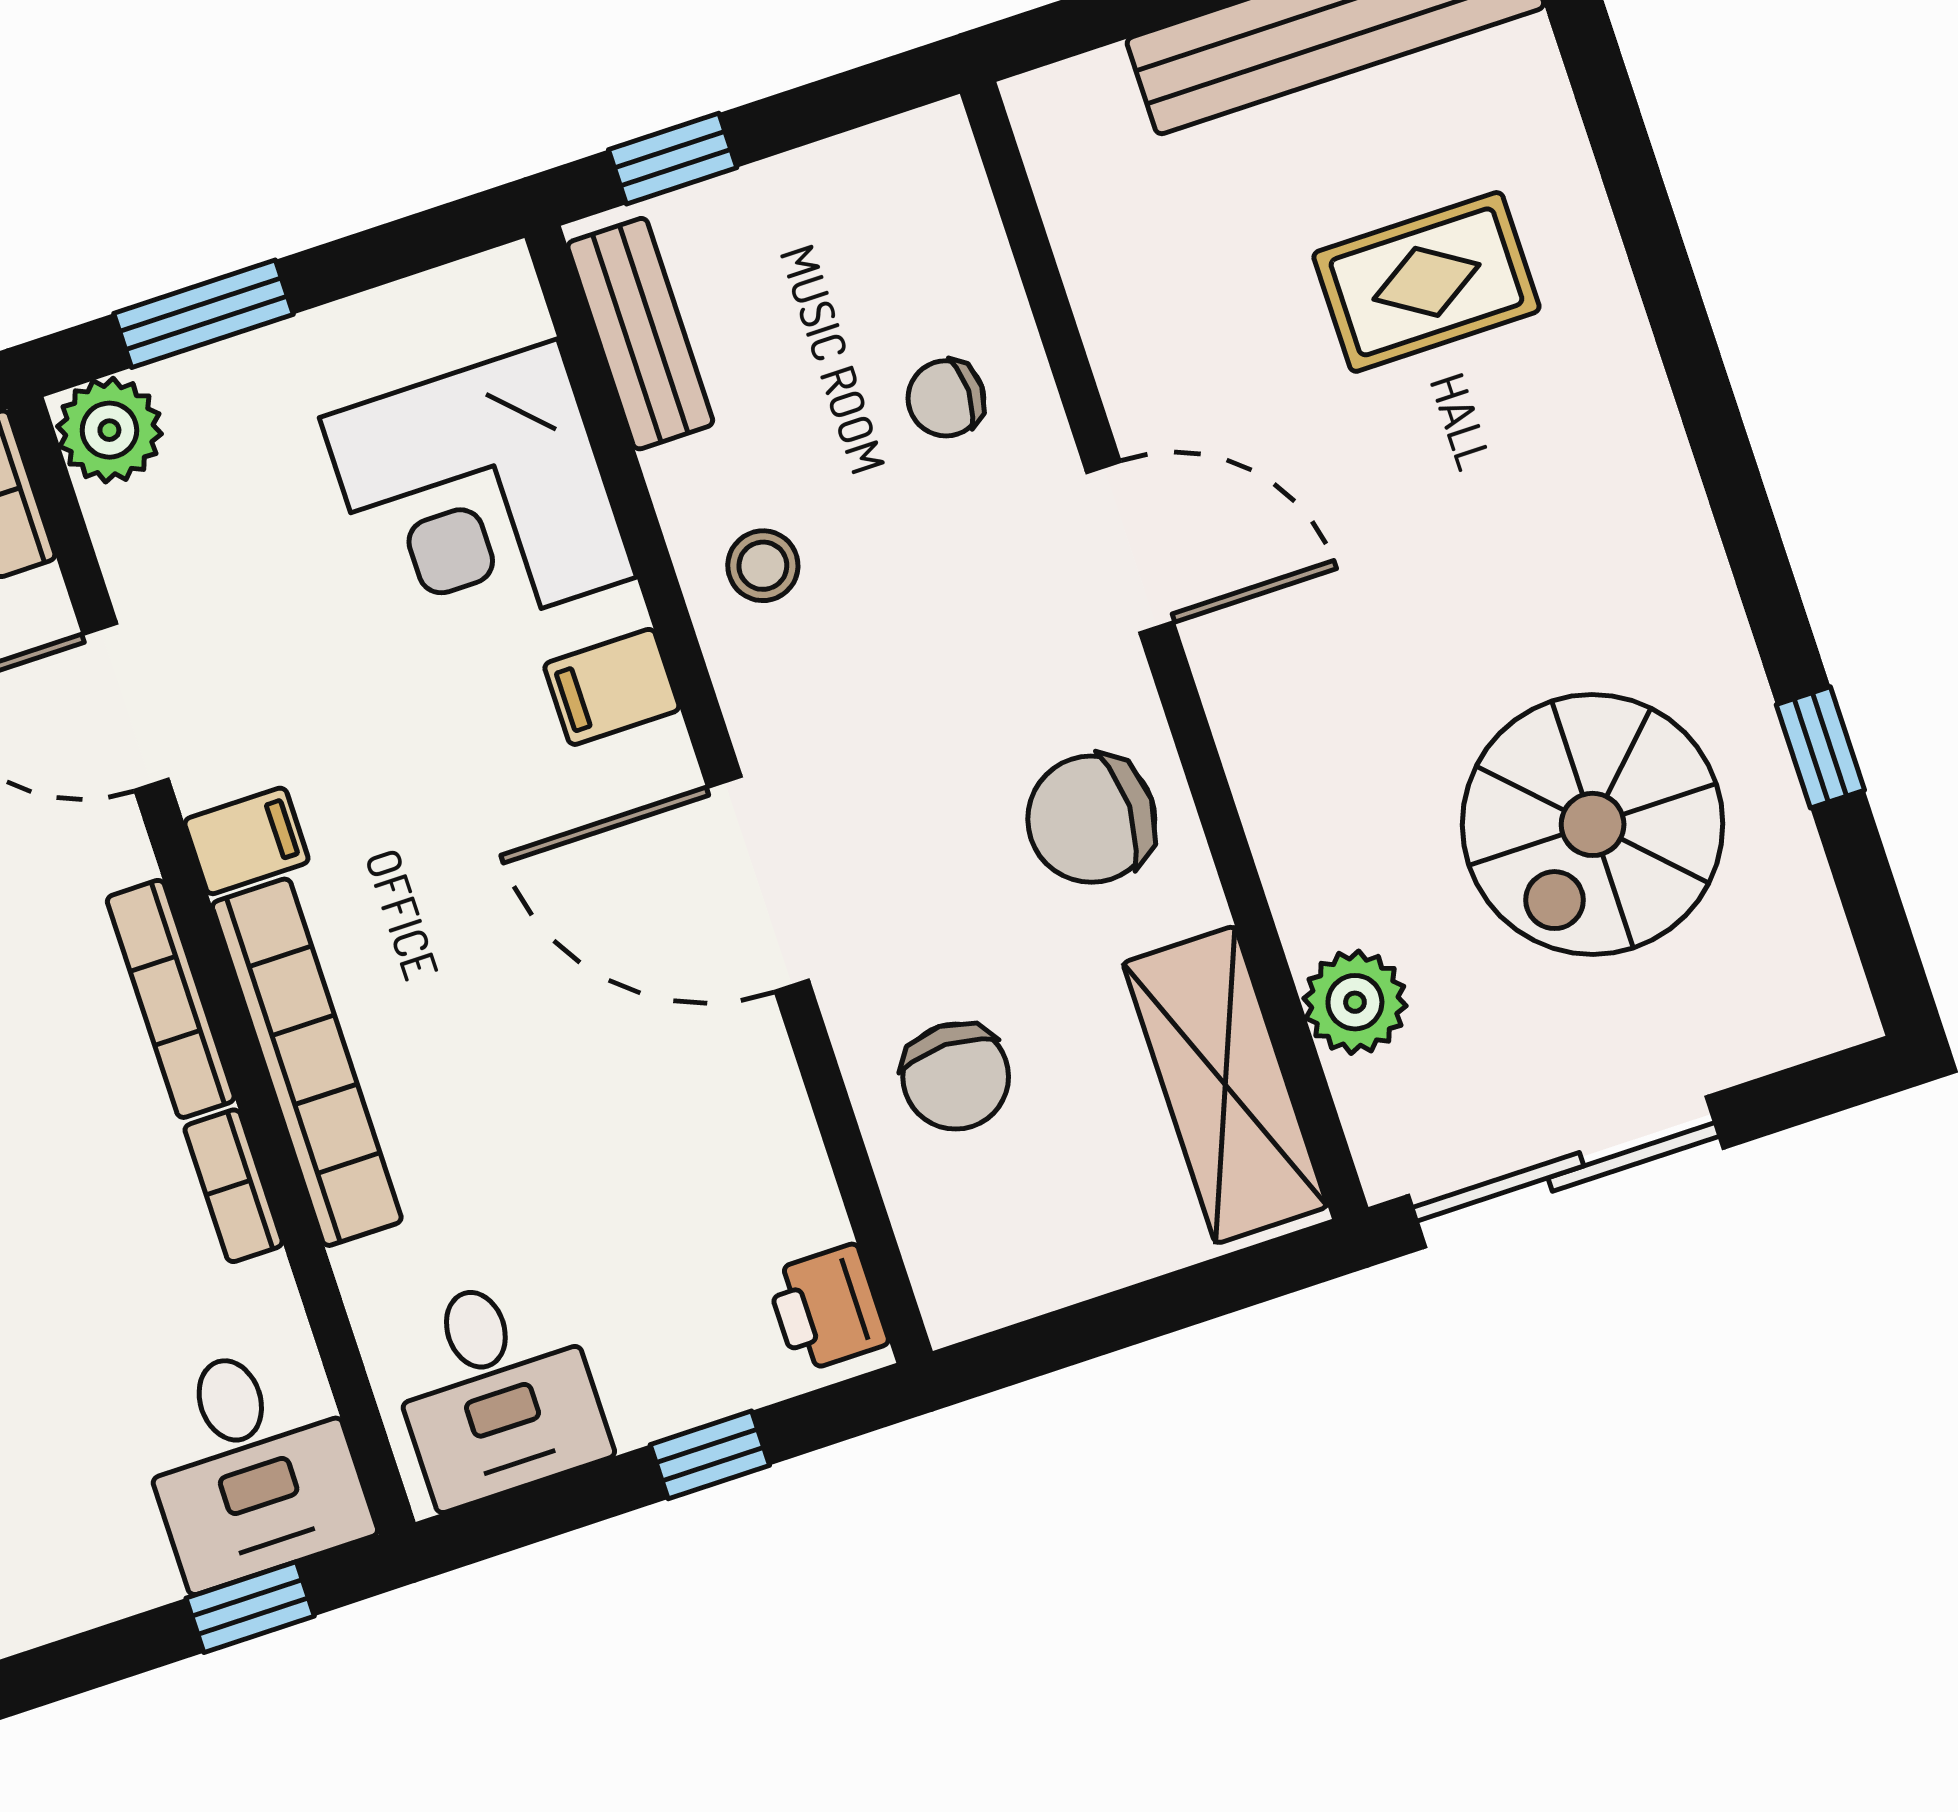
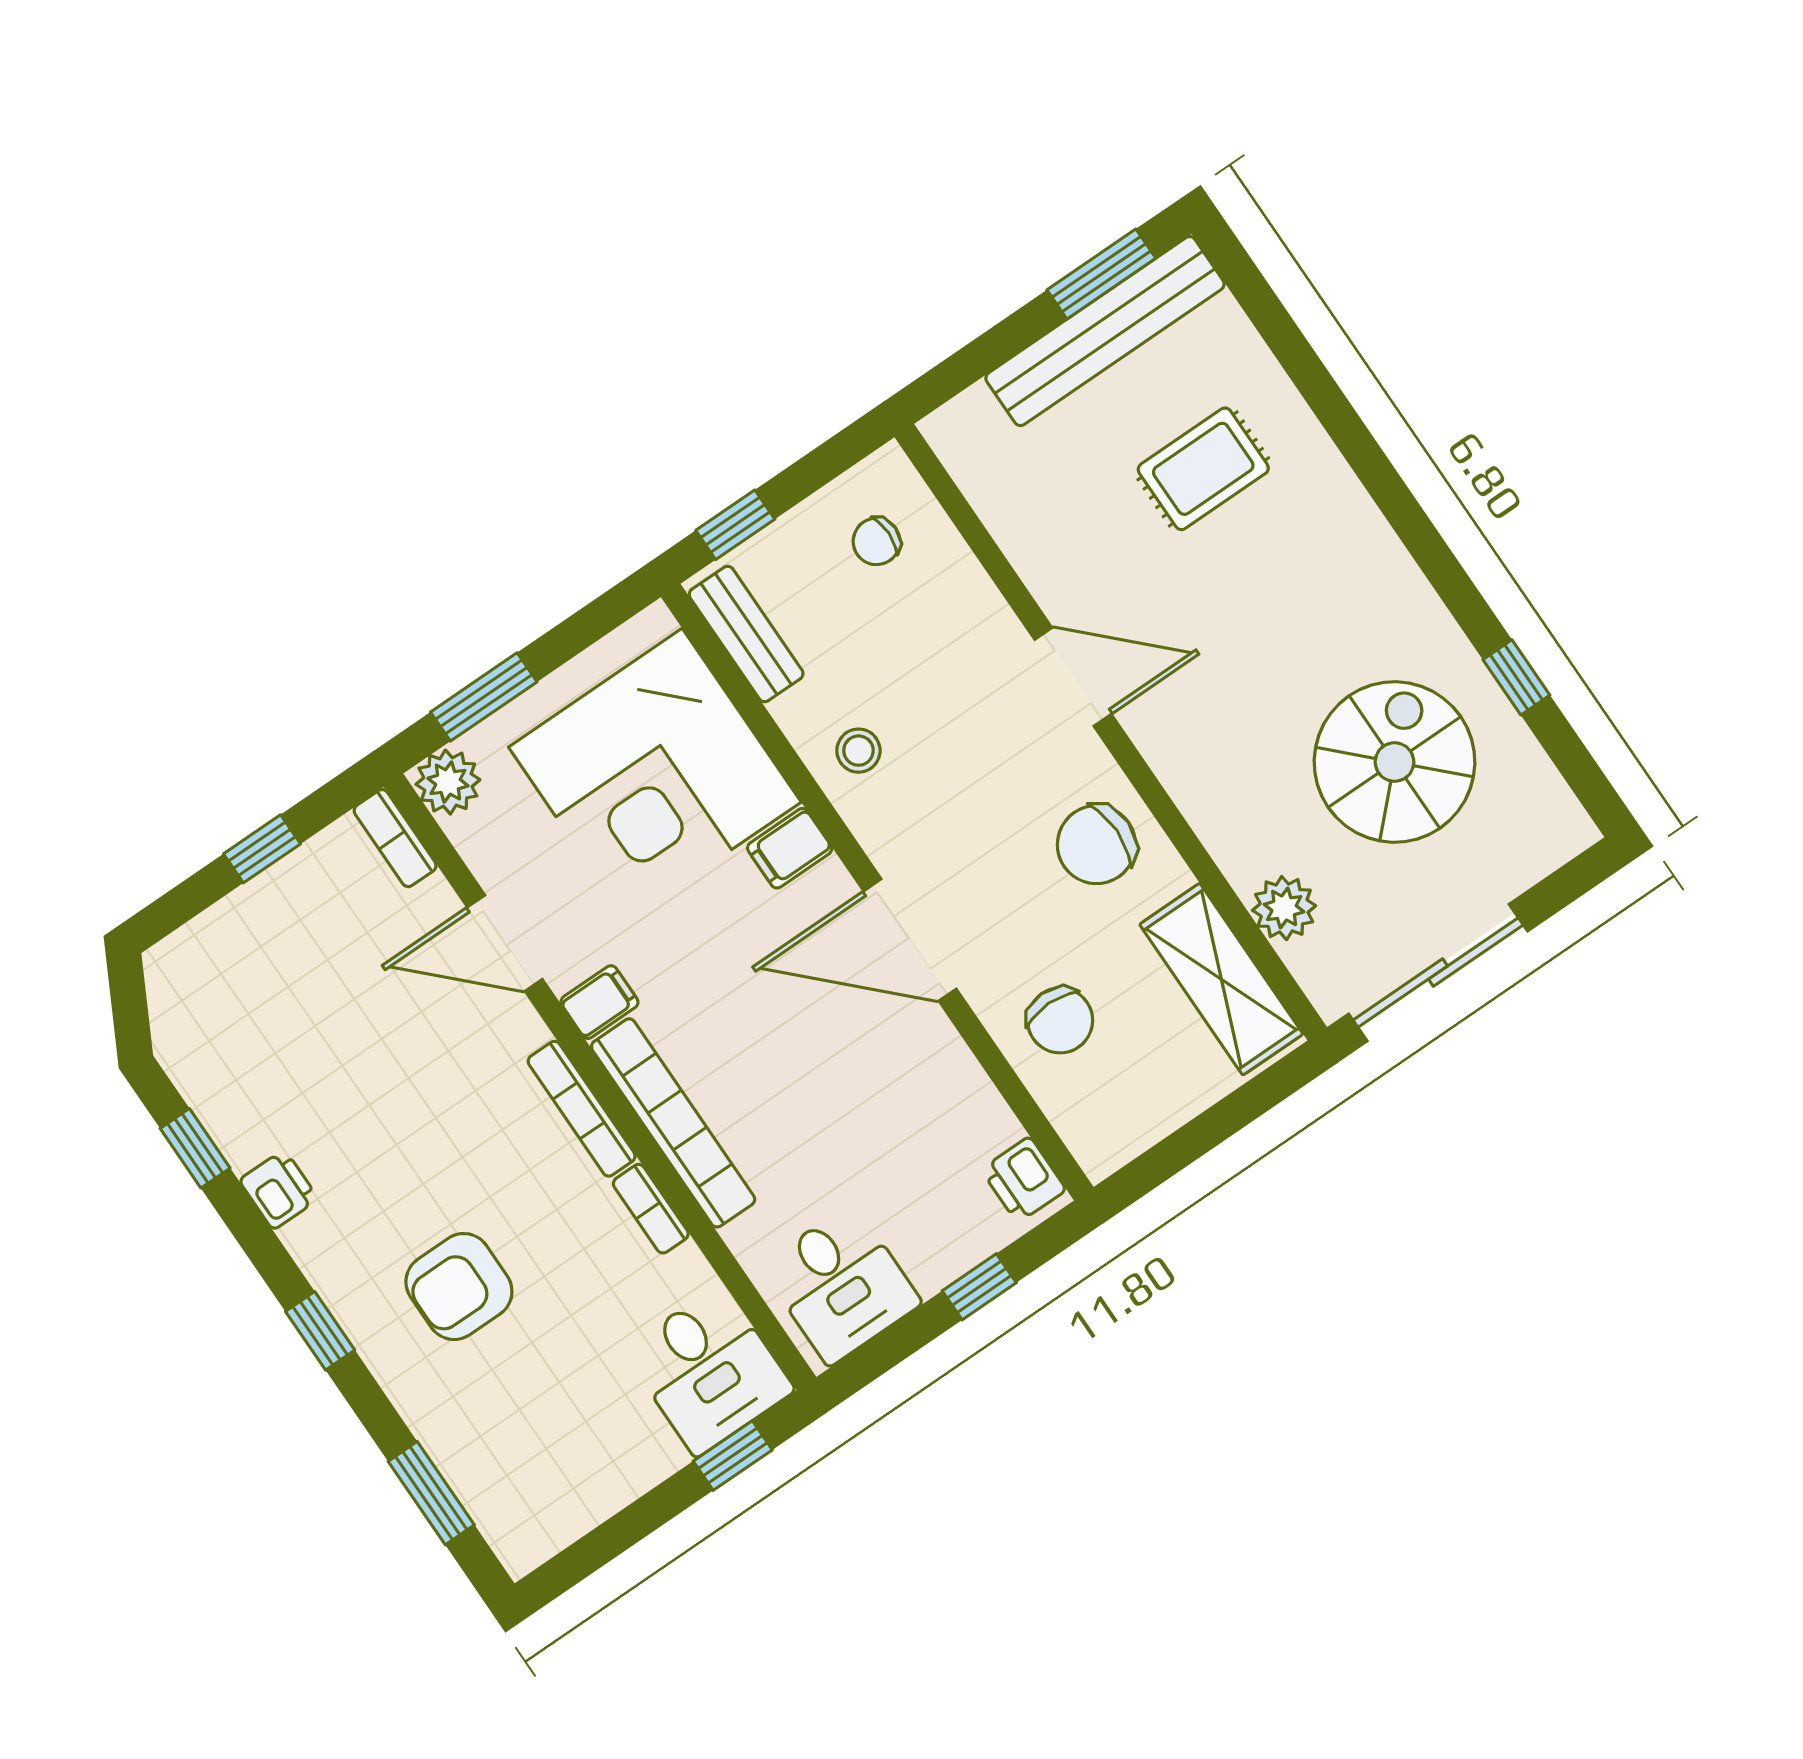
chair: (946, 398) -> (876, 541), moved
corner desk: (478, 497) -> (655, 775), width x1.36, depth x1.36
spiral stairs: (1593, 824) -> (1394, 762), turned 180

